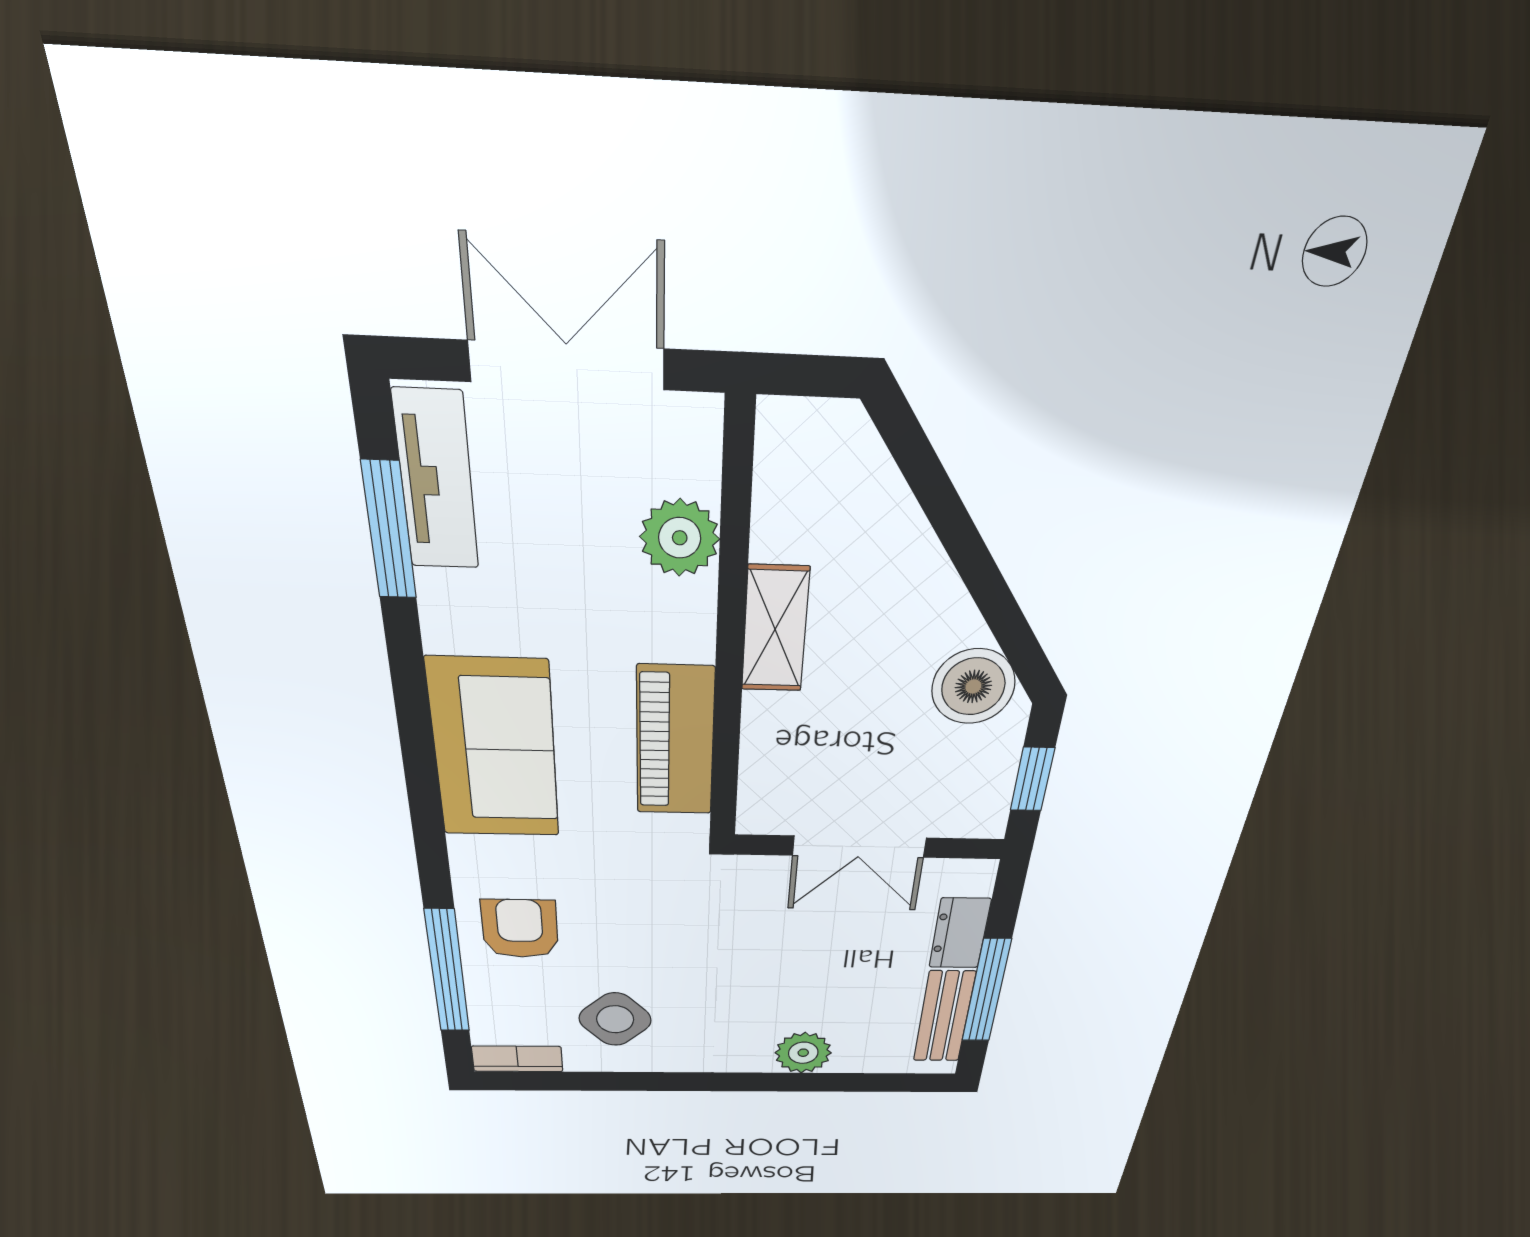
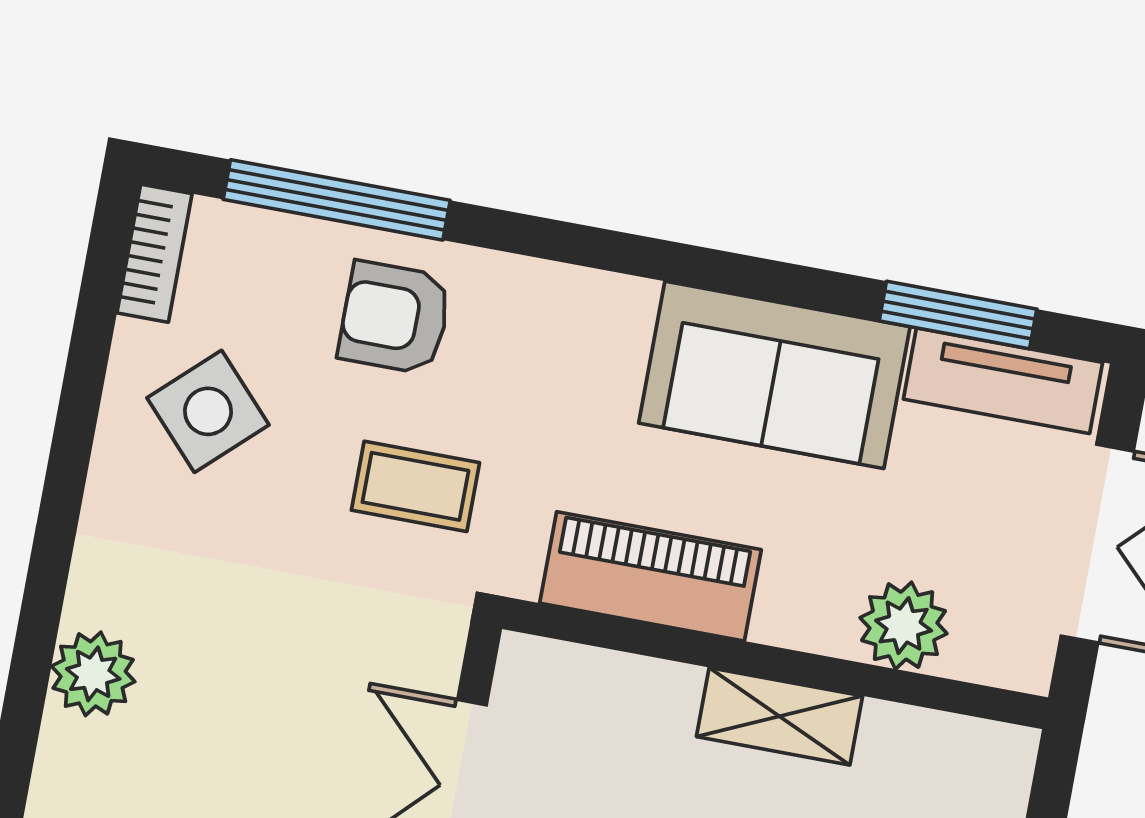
sofa: (494, 750) -> (774, 375), moved
coffee table: (639, 901) -> (415, 486), added
armchair: (520, 929) -> (395, 318), turned 180

